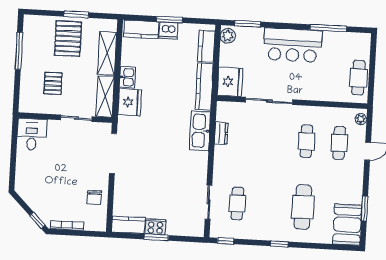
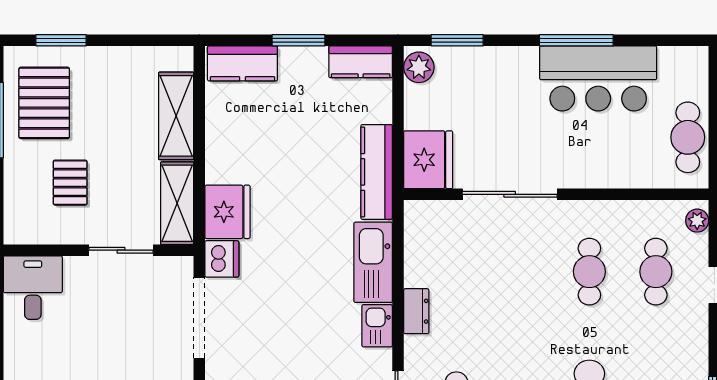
window: (76, 14) -> (61, 40), moved
window: (328, 28) -> (576, 40), moved
dishwasher: (168, 31) -> (222, 259), moved, turned -90
pallet: (68, 39) -> (44, 103), moved
bar counter: (293, 45) -> (598, 78), moved
kitchen counter: (206, 46) -> (361, 62), moved, turned -90
kitchen sink: (127, 77) -> (377, 326), moved, turned 180
dresser: (221, 133) -> (416, 311), moved

